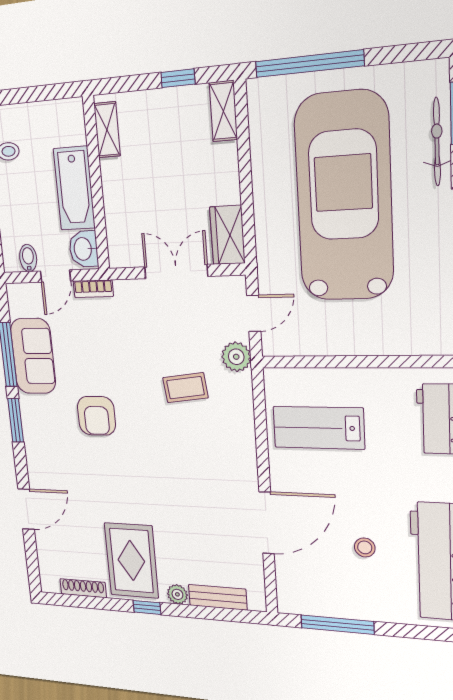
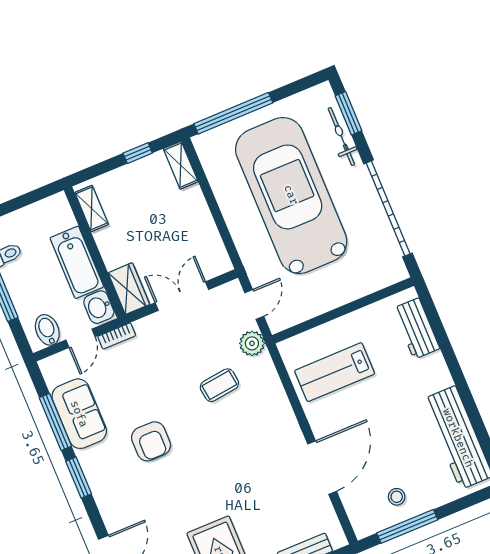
wardrobe: (227, 235) -> (129, 289), moved, turned 180
bidet: (28, 258) -> (47, 330), width x1.38, depth x1.36
stool: (365, 547) -> (397, 497), moved

